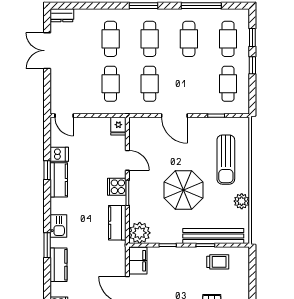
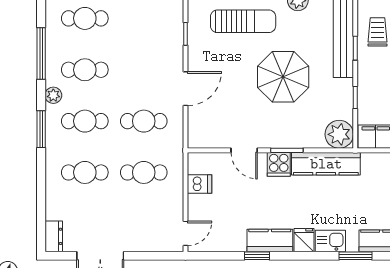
plant: (169, 15) -> (53, 95), added
cafe table: (228, 84) -> (144, 18), removed
fridge: (118, 126) -> (304, 240), moved, turned -90
dishwasher: (59, 154) -> (200, 184), moved, turned 90
door: (127, 160) -> (244, 150), swing flipped
kitchen counter: (117, 223) -> (326, 164), width x1.50

